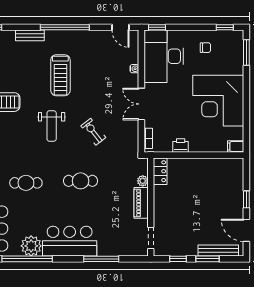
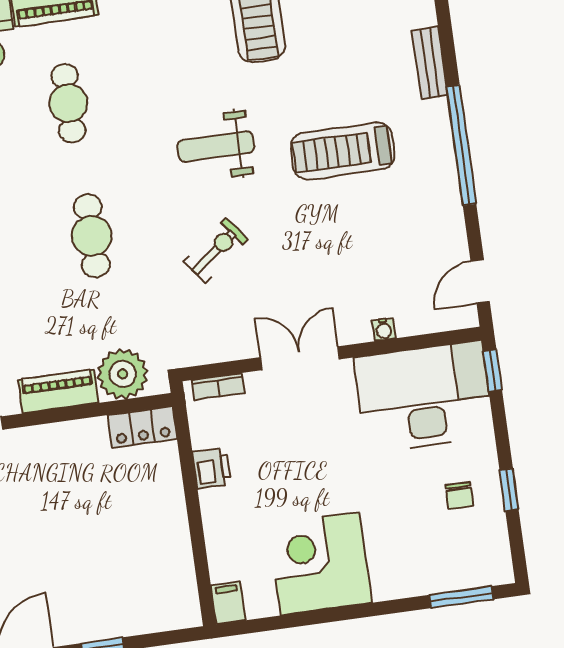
window: (225, 27) -> (509, 490), moved
corner desk: (218, 101) -> (320, 564), width x0.74, depth x0.74
plant: (143, 181) -> (123, 374), width x1.88, depth x1.88

